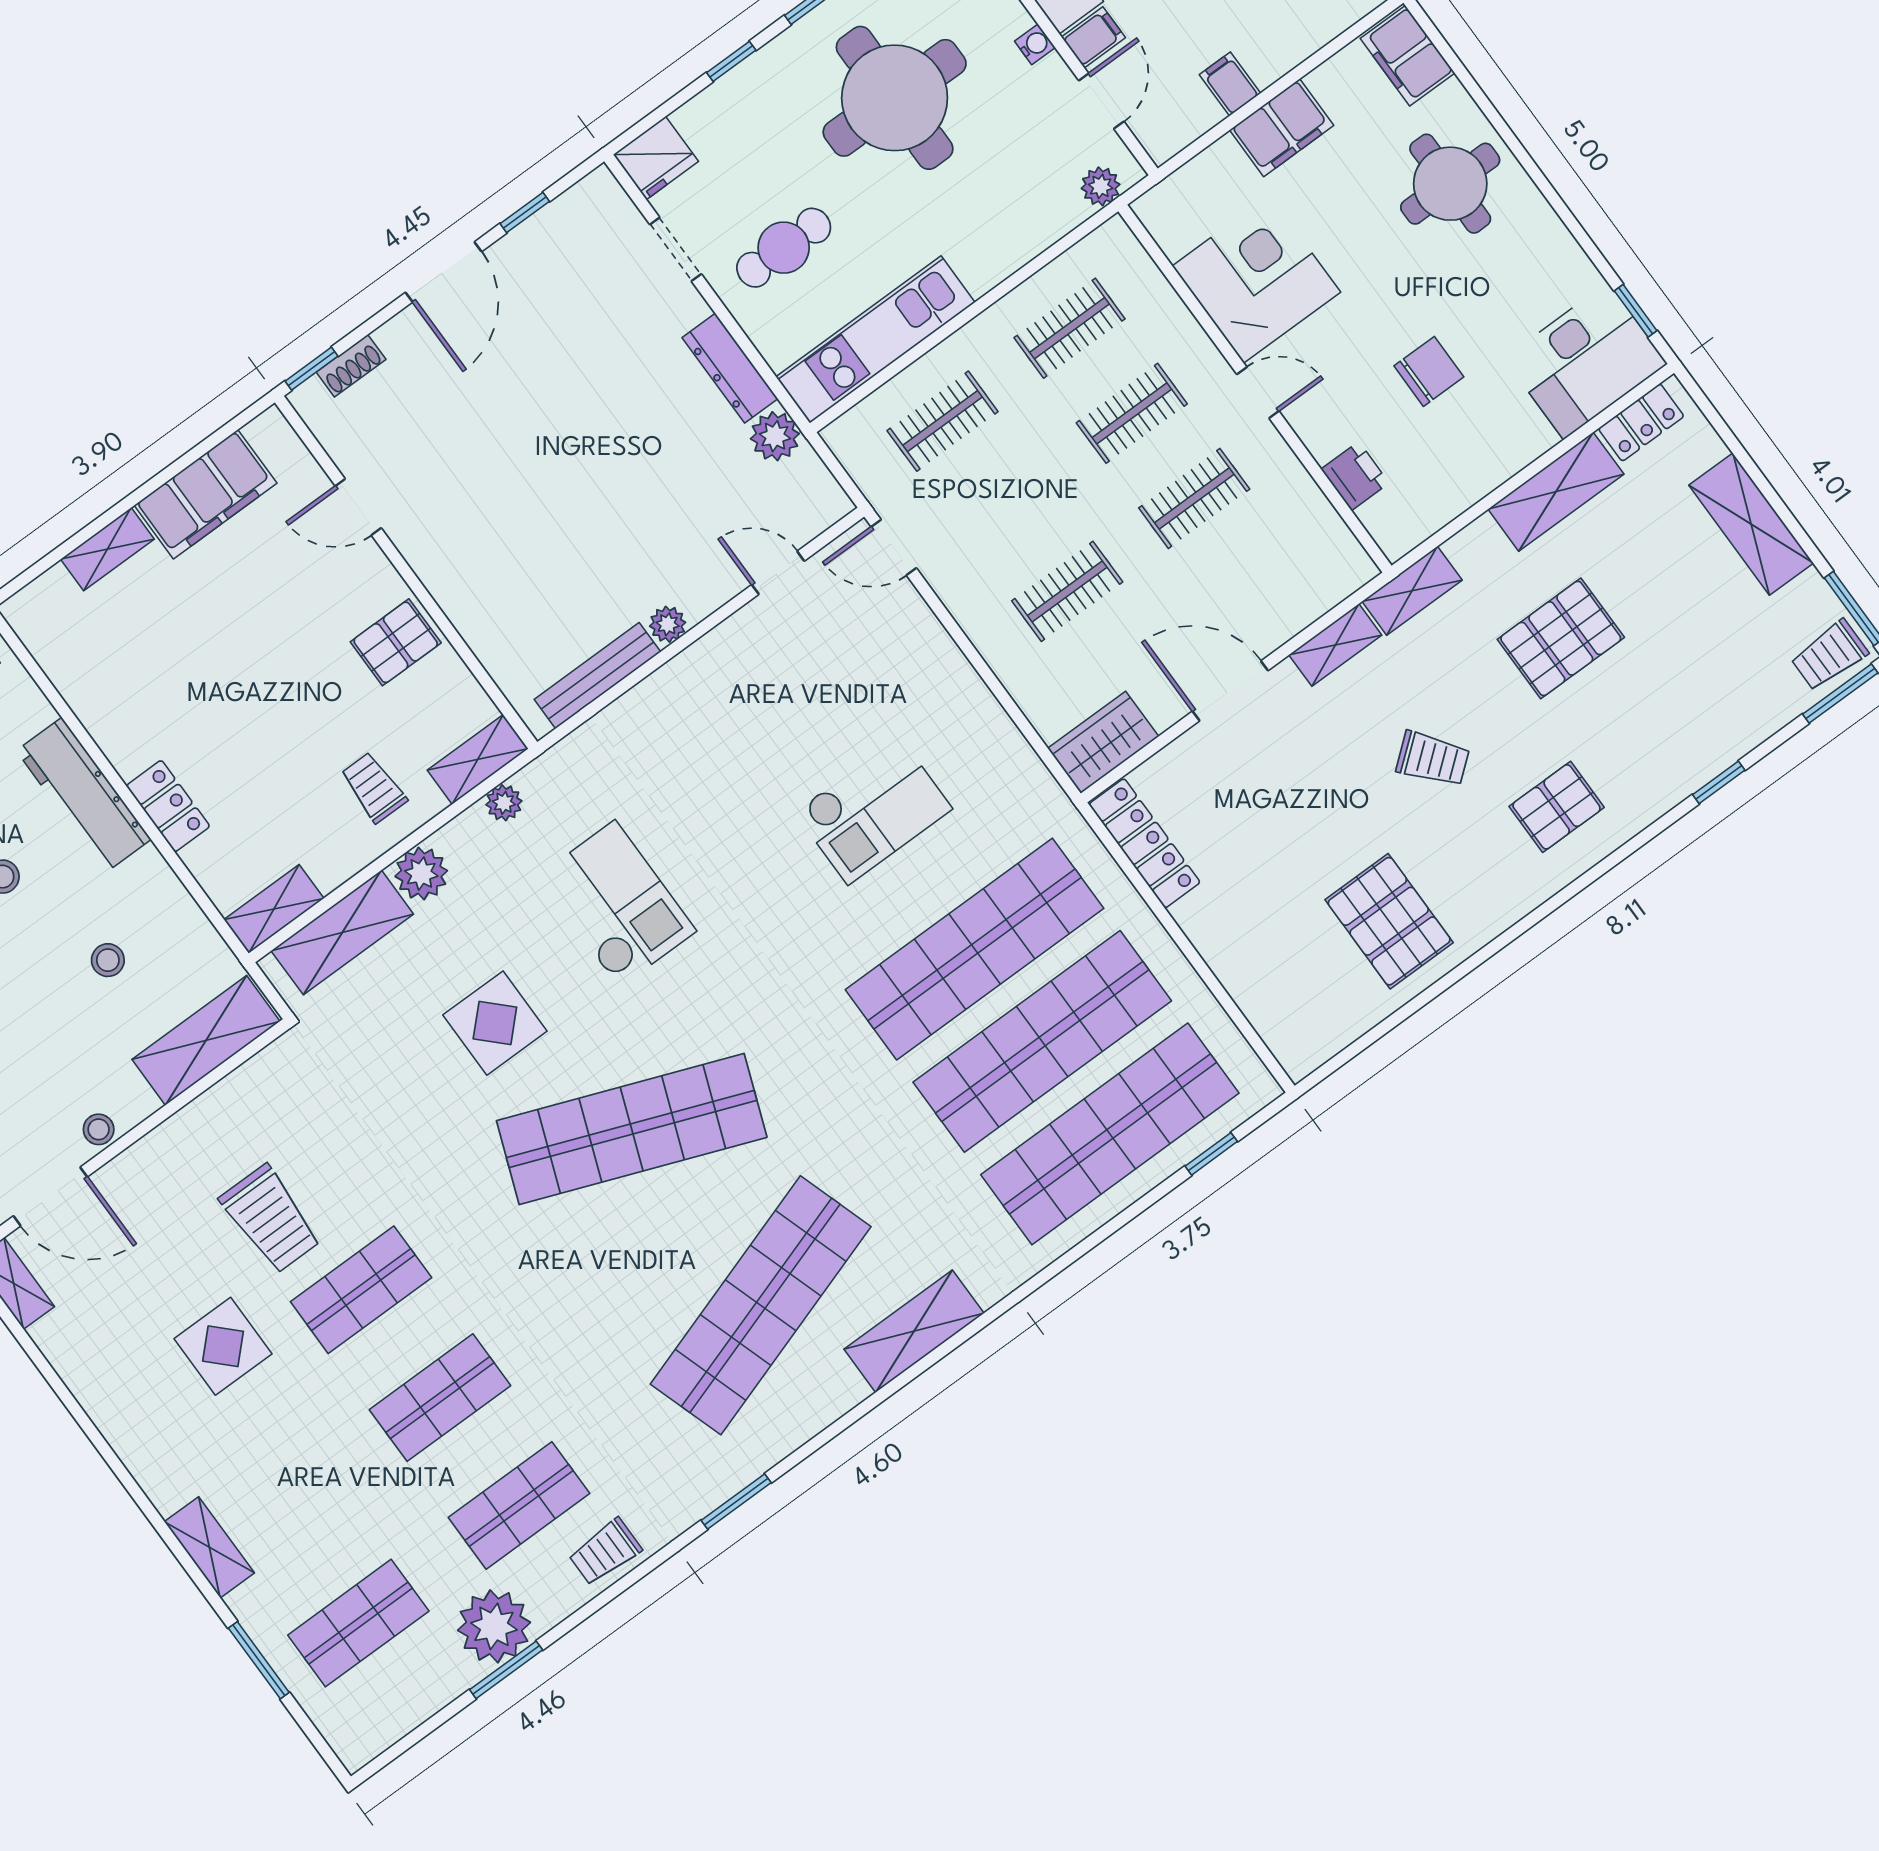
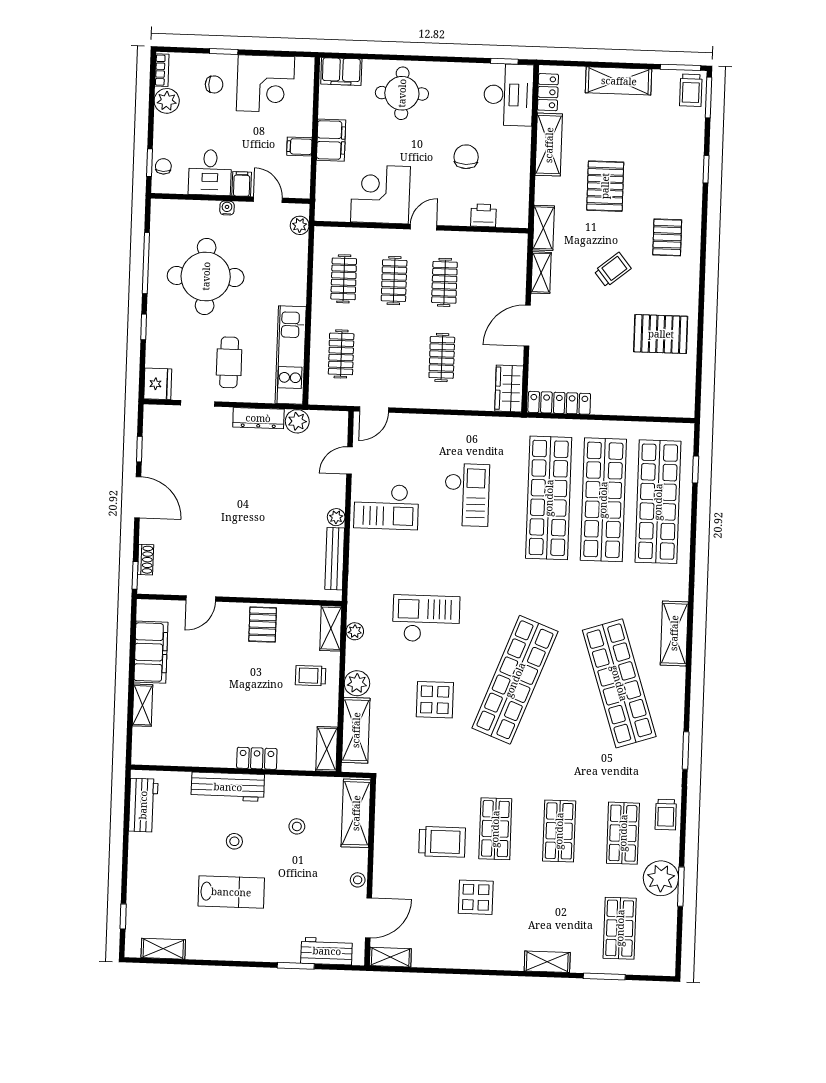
checkout: (750, 693) -> (386, 507), added

